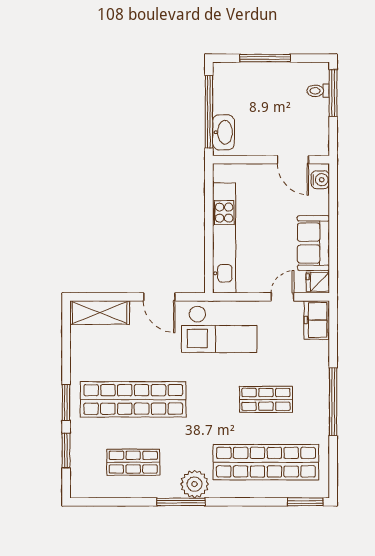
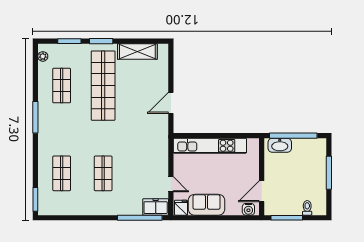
window: (333, 93) -> (287, 218), moved
shelving: (100, 313) -> (137, 52), moved, turned 90
checkout: (219, 329) -> (150, 142), removed
window: (333, 402) -> (140, 218), moved
shop shelf: (266, 462) -> (62, 173), width x0.50, depth x0.74
plant: (195, 484) -> (43, 56), moved, width x0.53, depth x0.53

